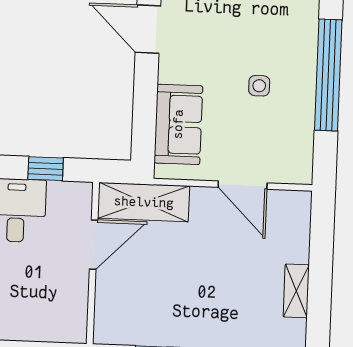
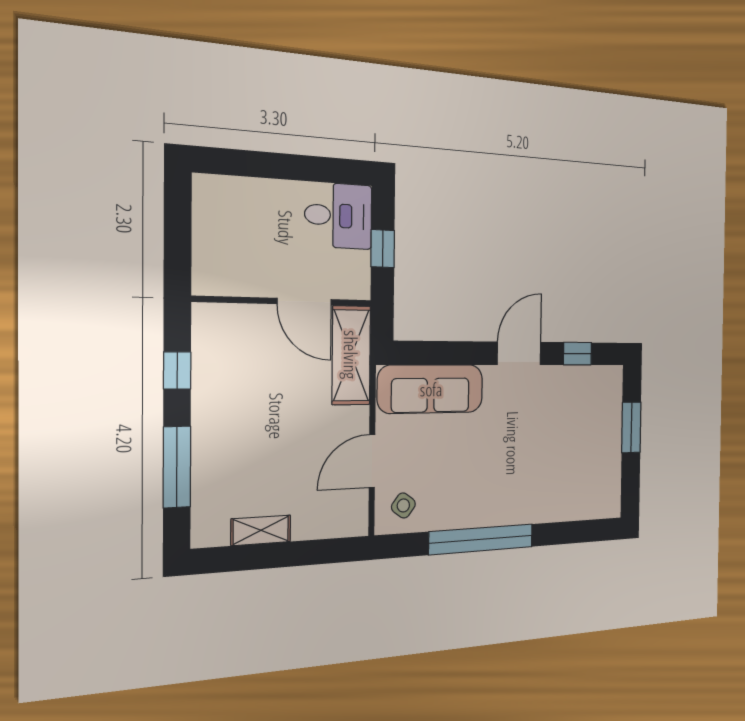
side table: (259, 86) -> (403, 505), moved, turned 37
sofa: (178, 124) -> (431, 389), width x1.36

